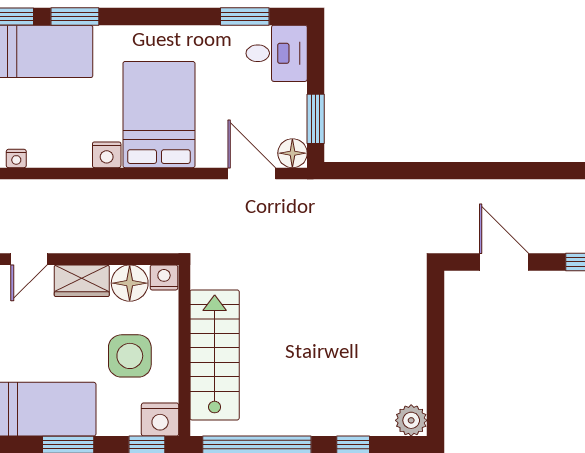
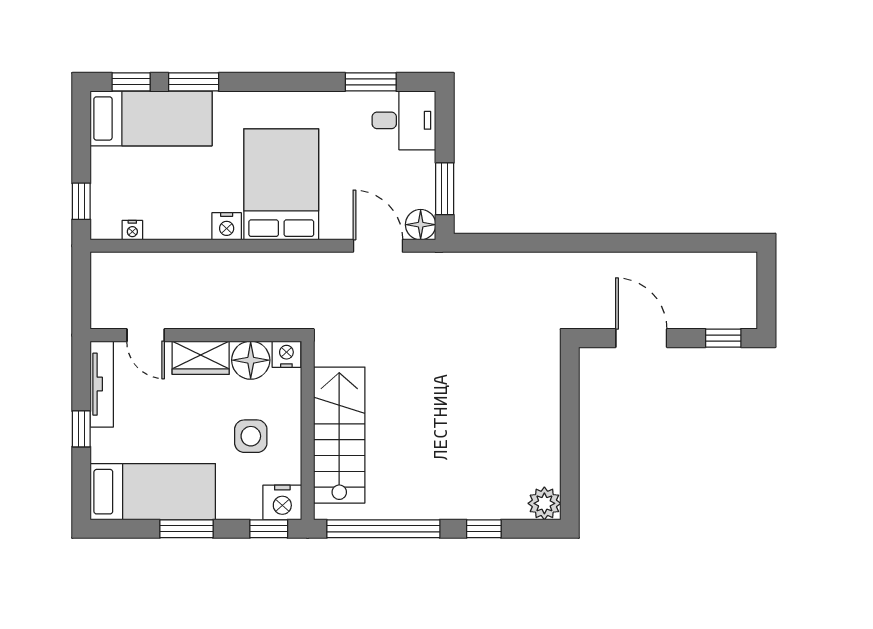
door: (29, 259) -> (146, 335), hinge flipped
side table: (130, 356) -> (251, 436), width x0.73, depth x0.73

